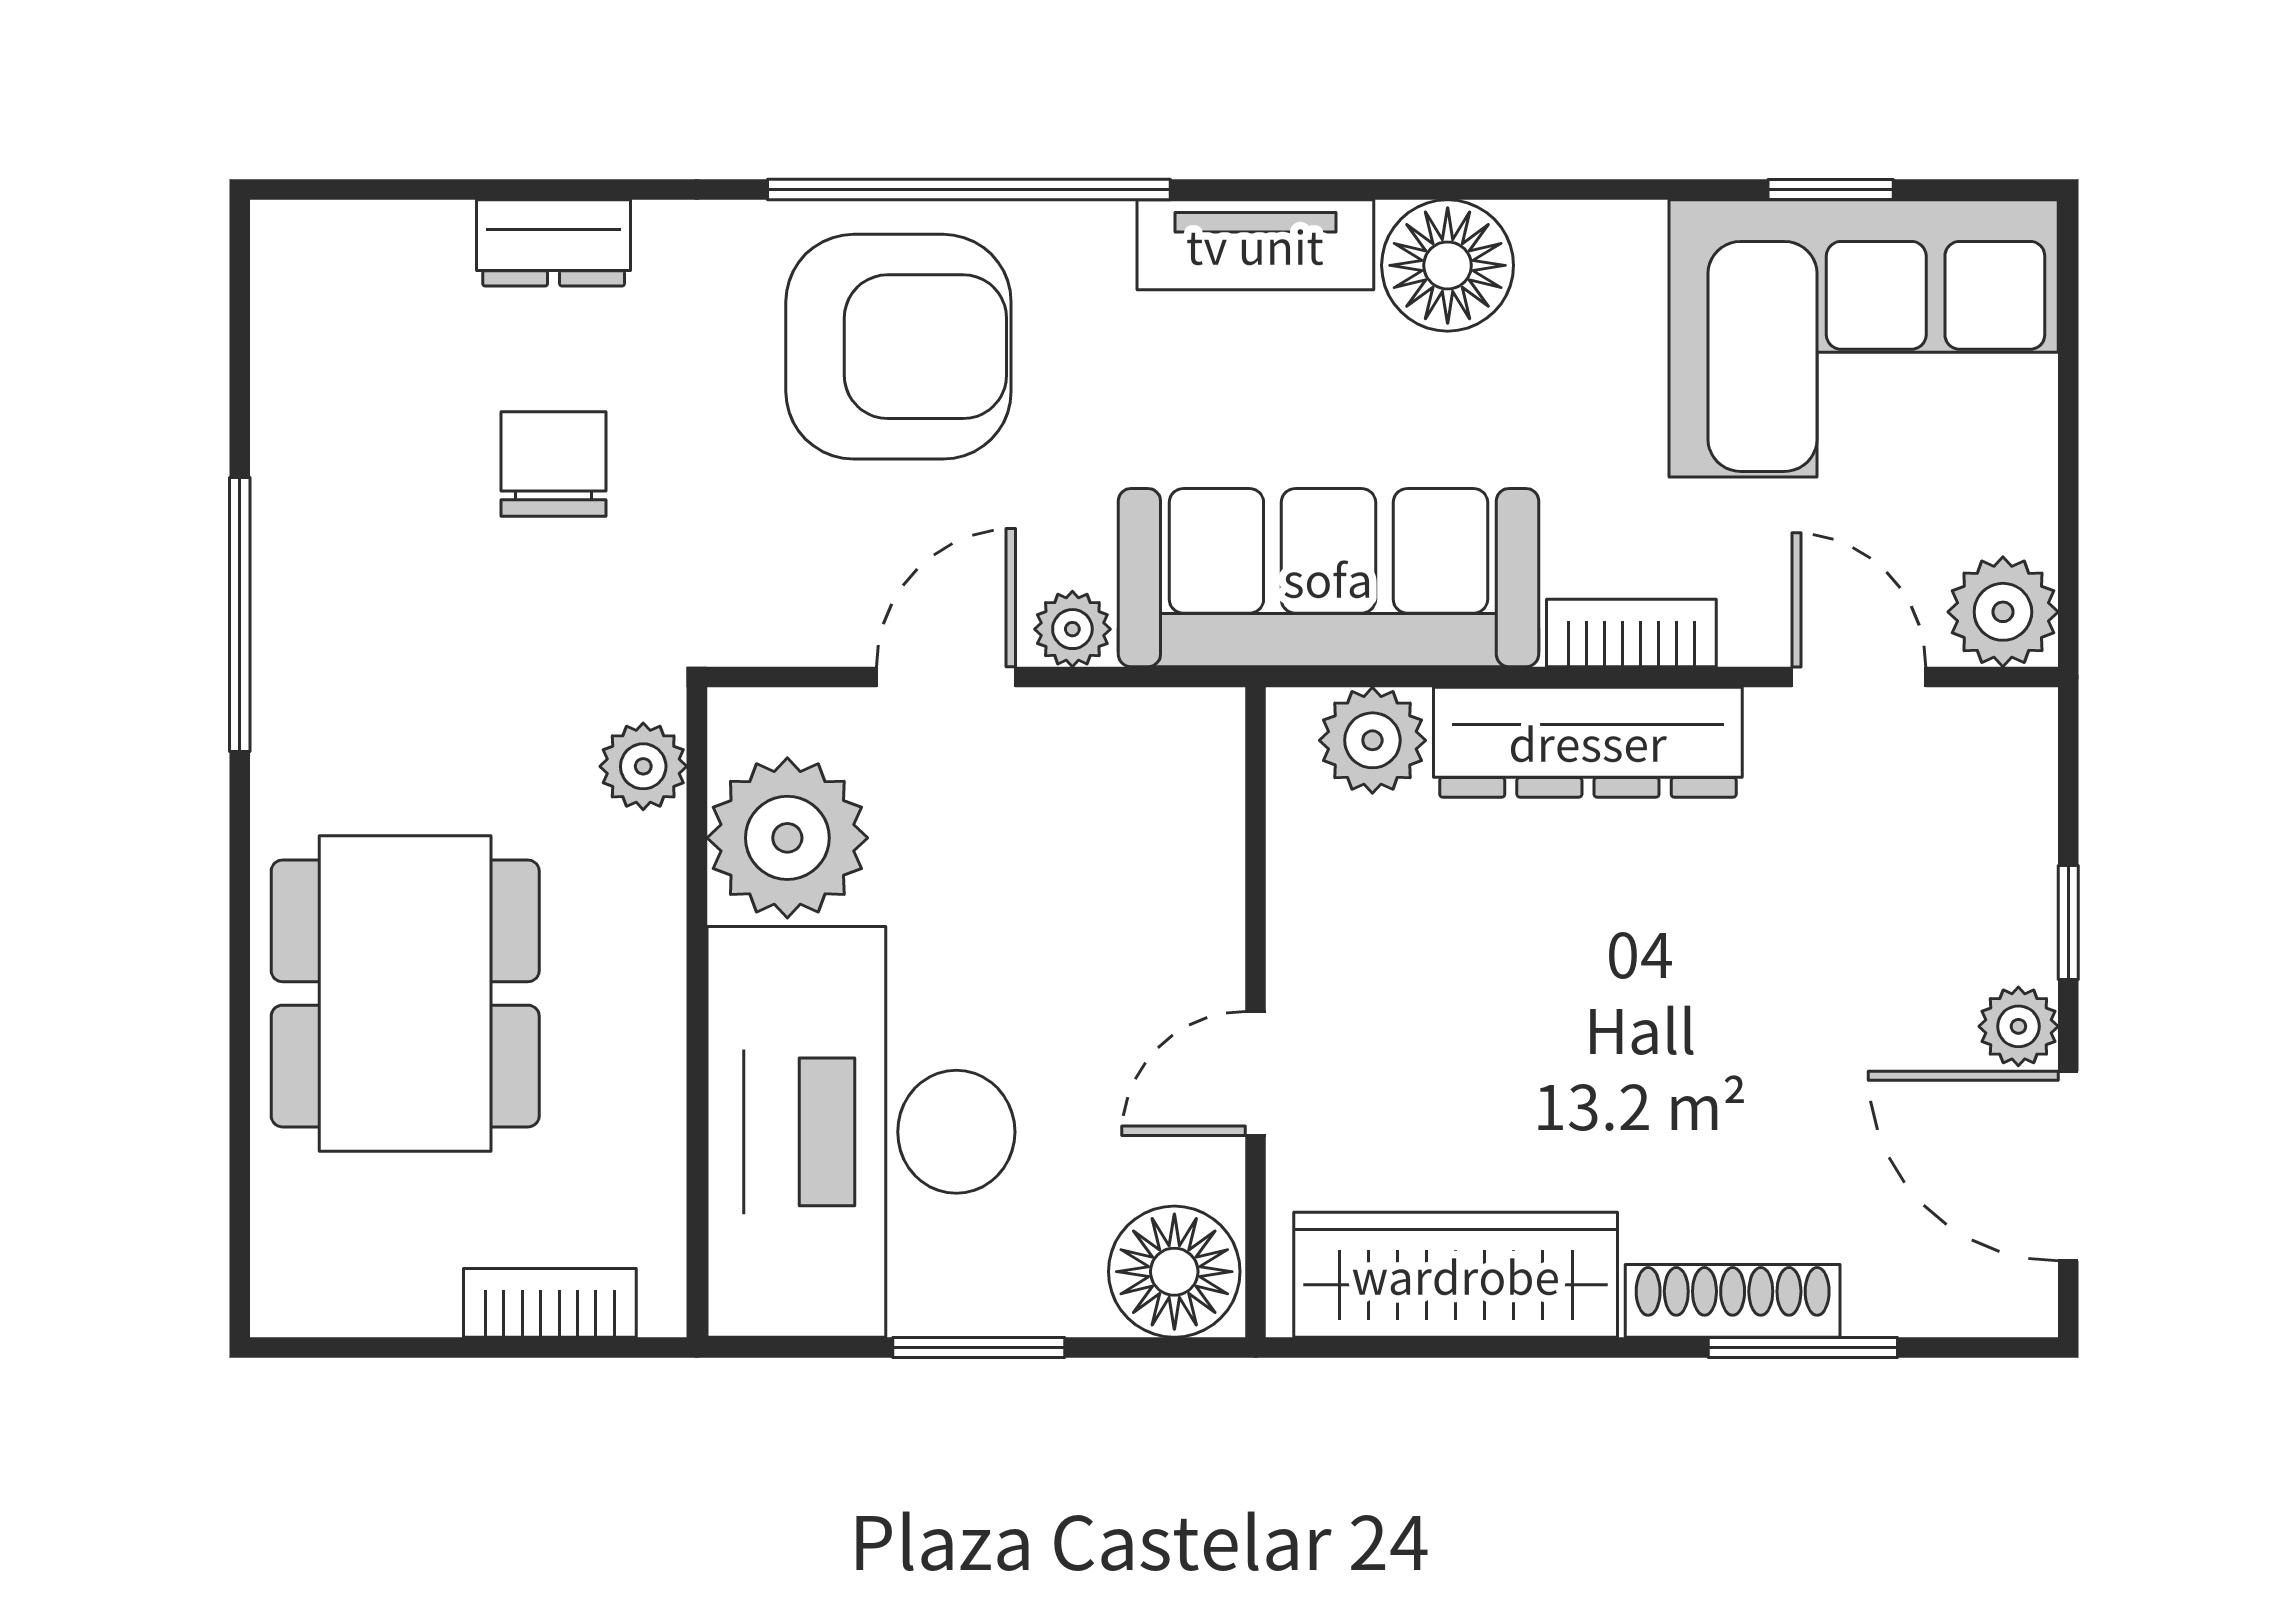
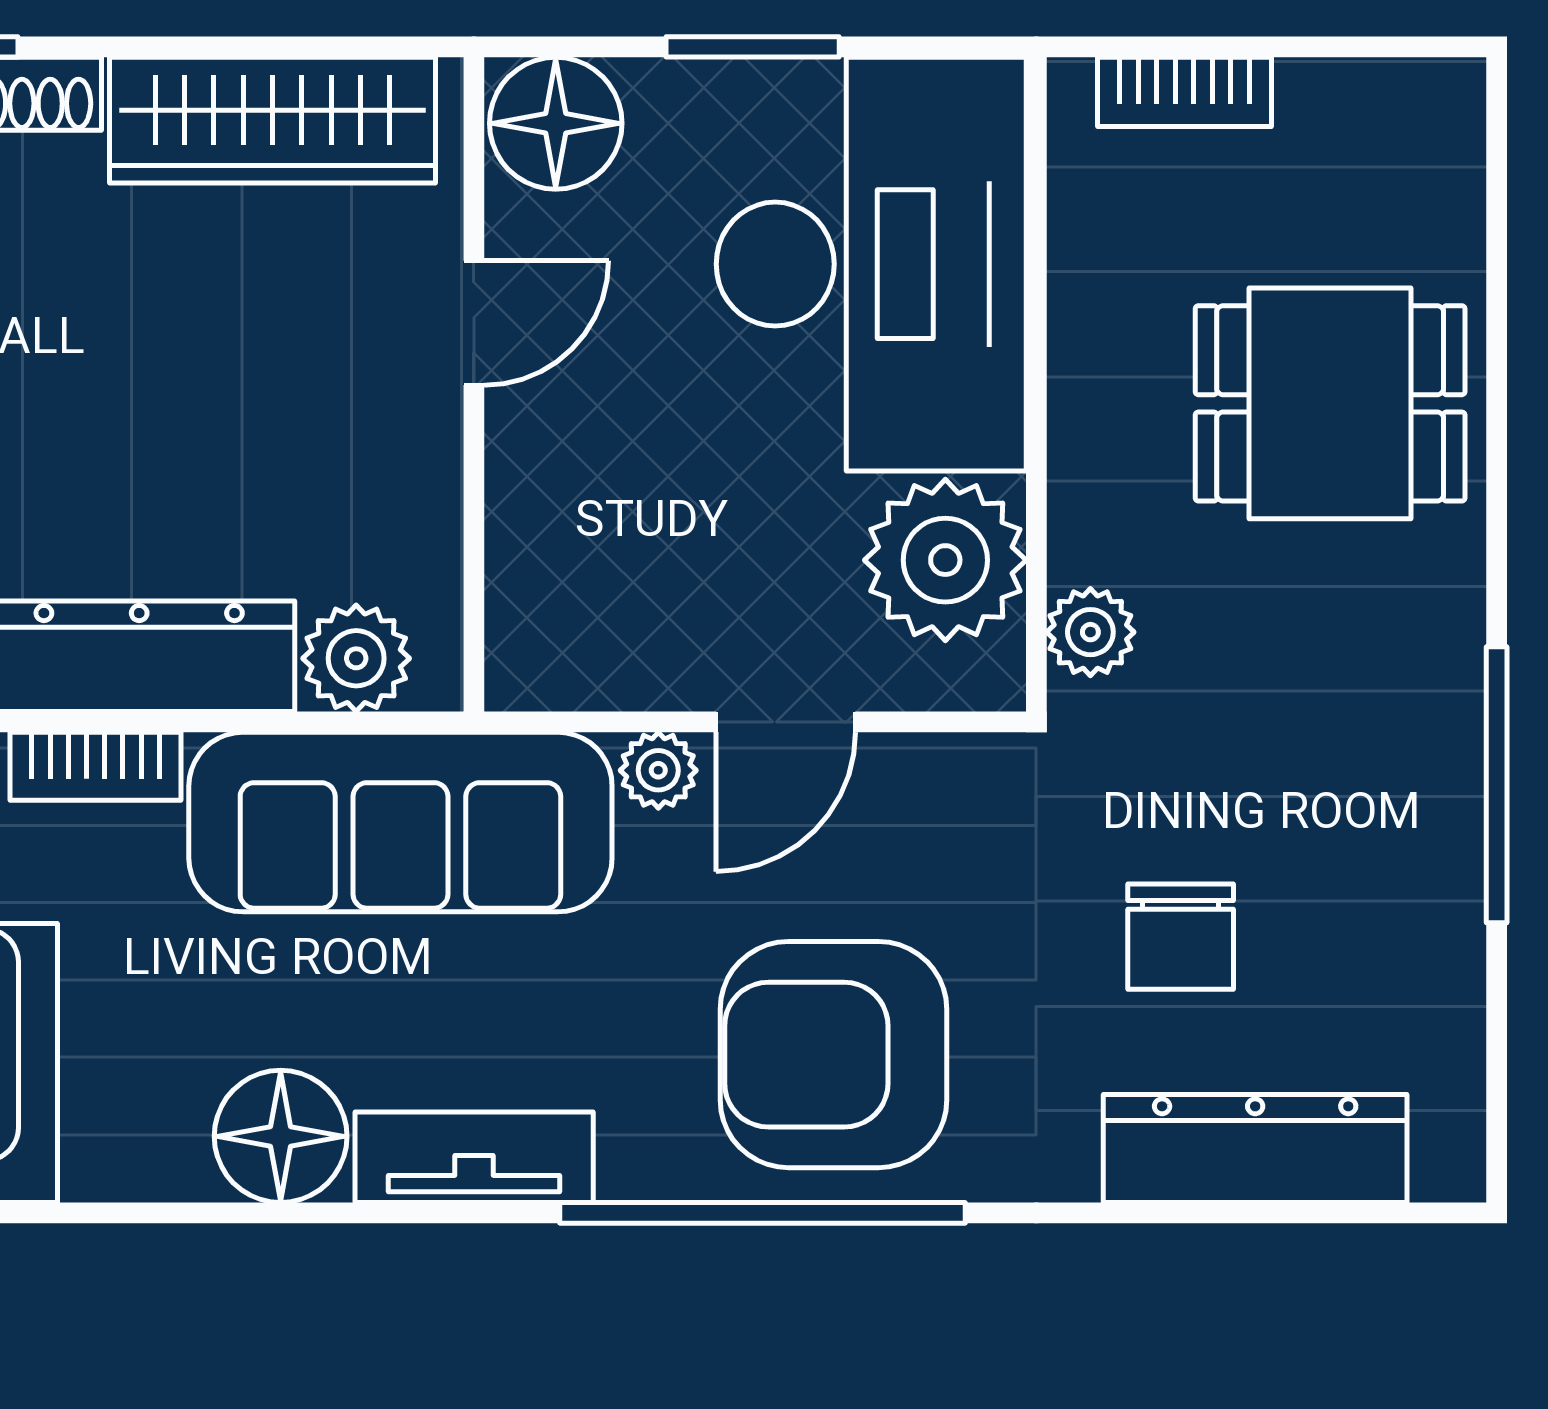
dresser: (554, 243) -> (1255, 1149), width x1.96, depth x1.24
dining table: (405, 993) -> (1330, 403), width x0.73

